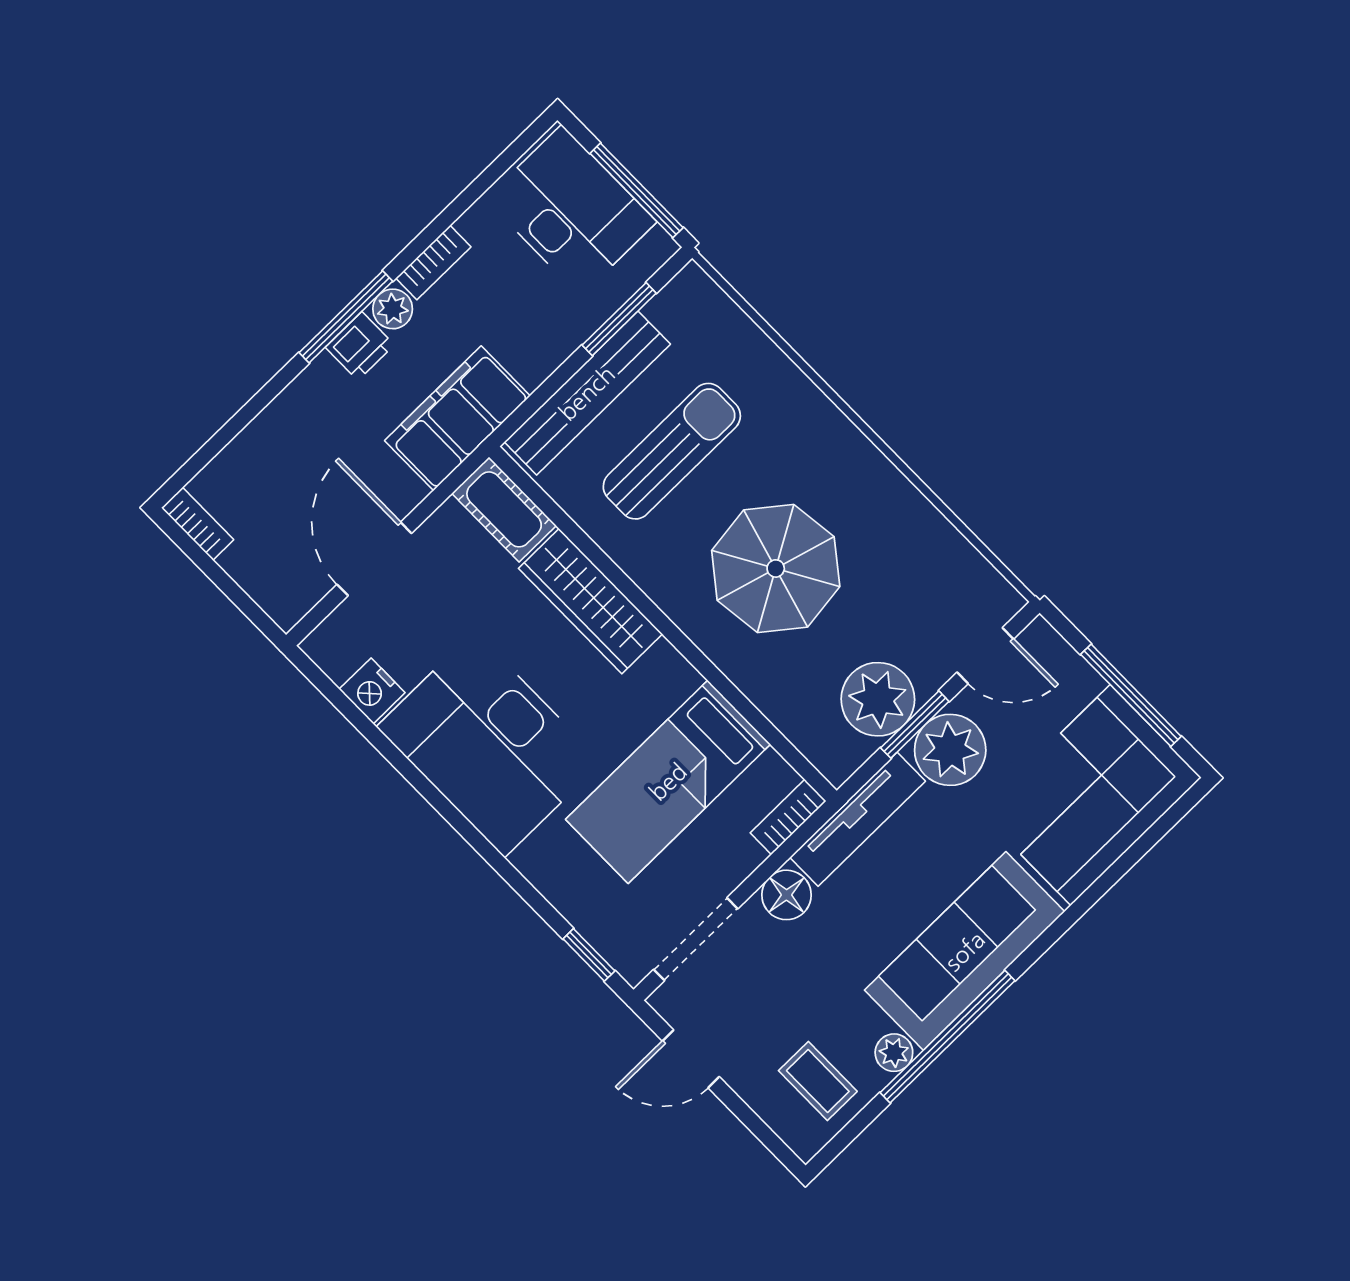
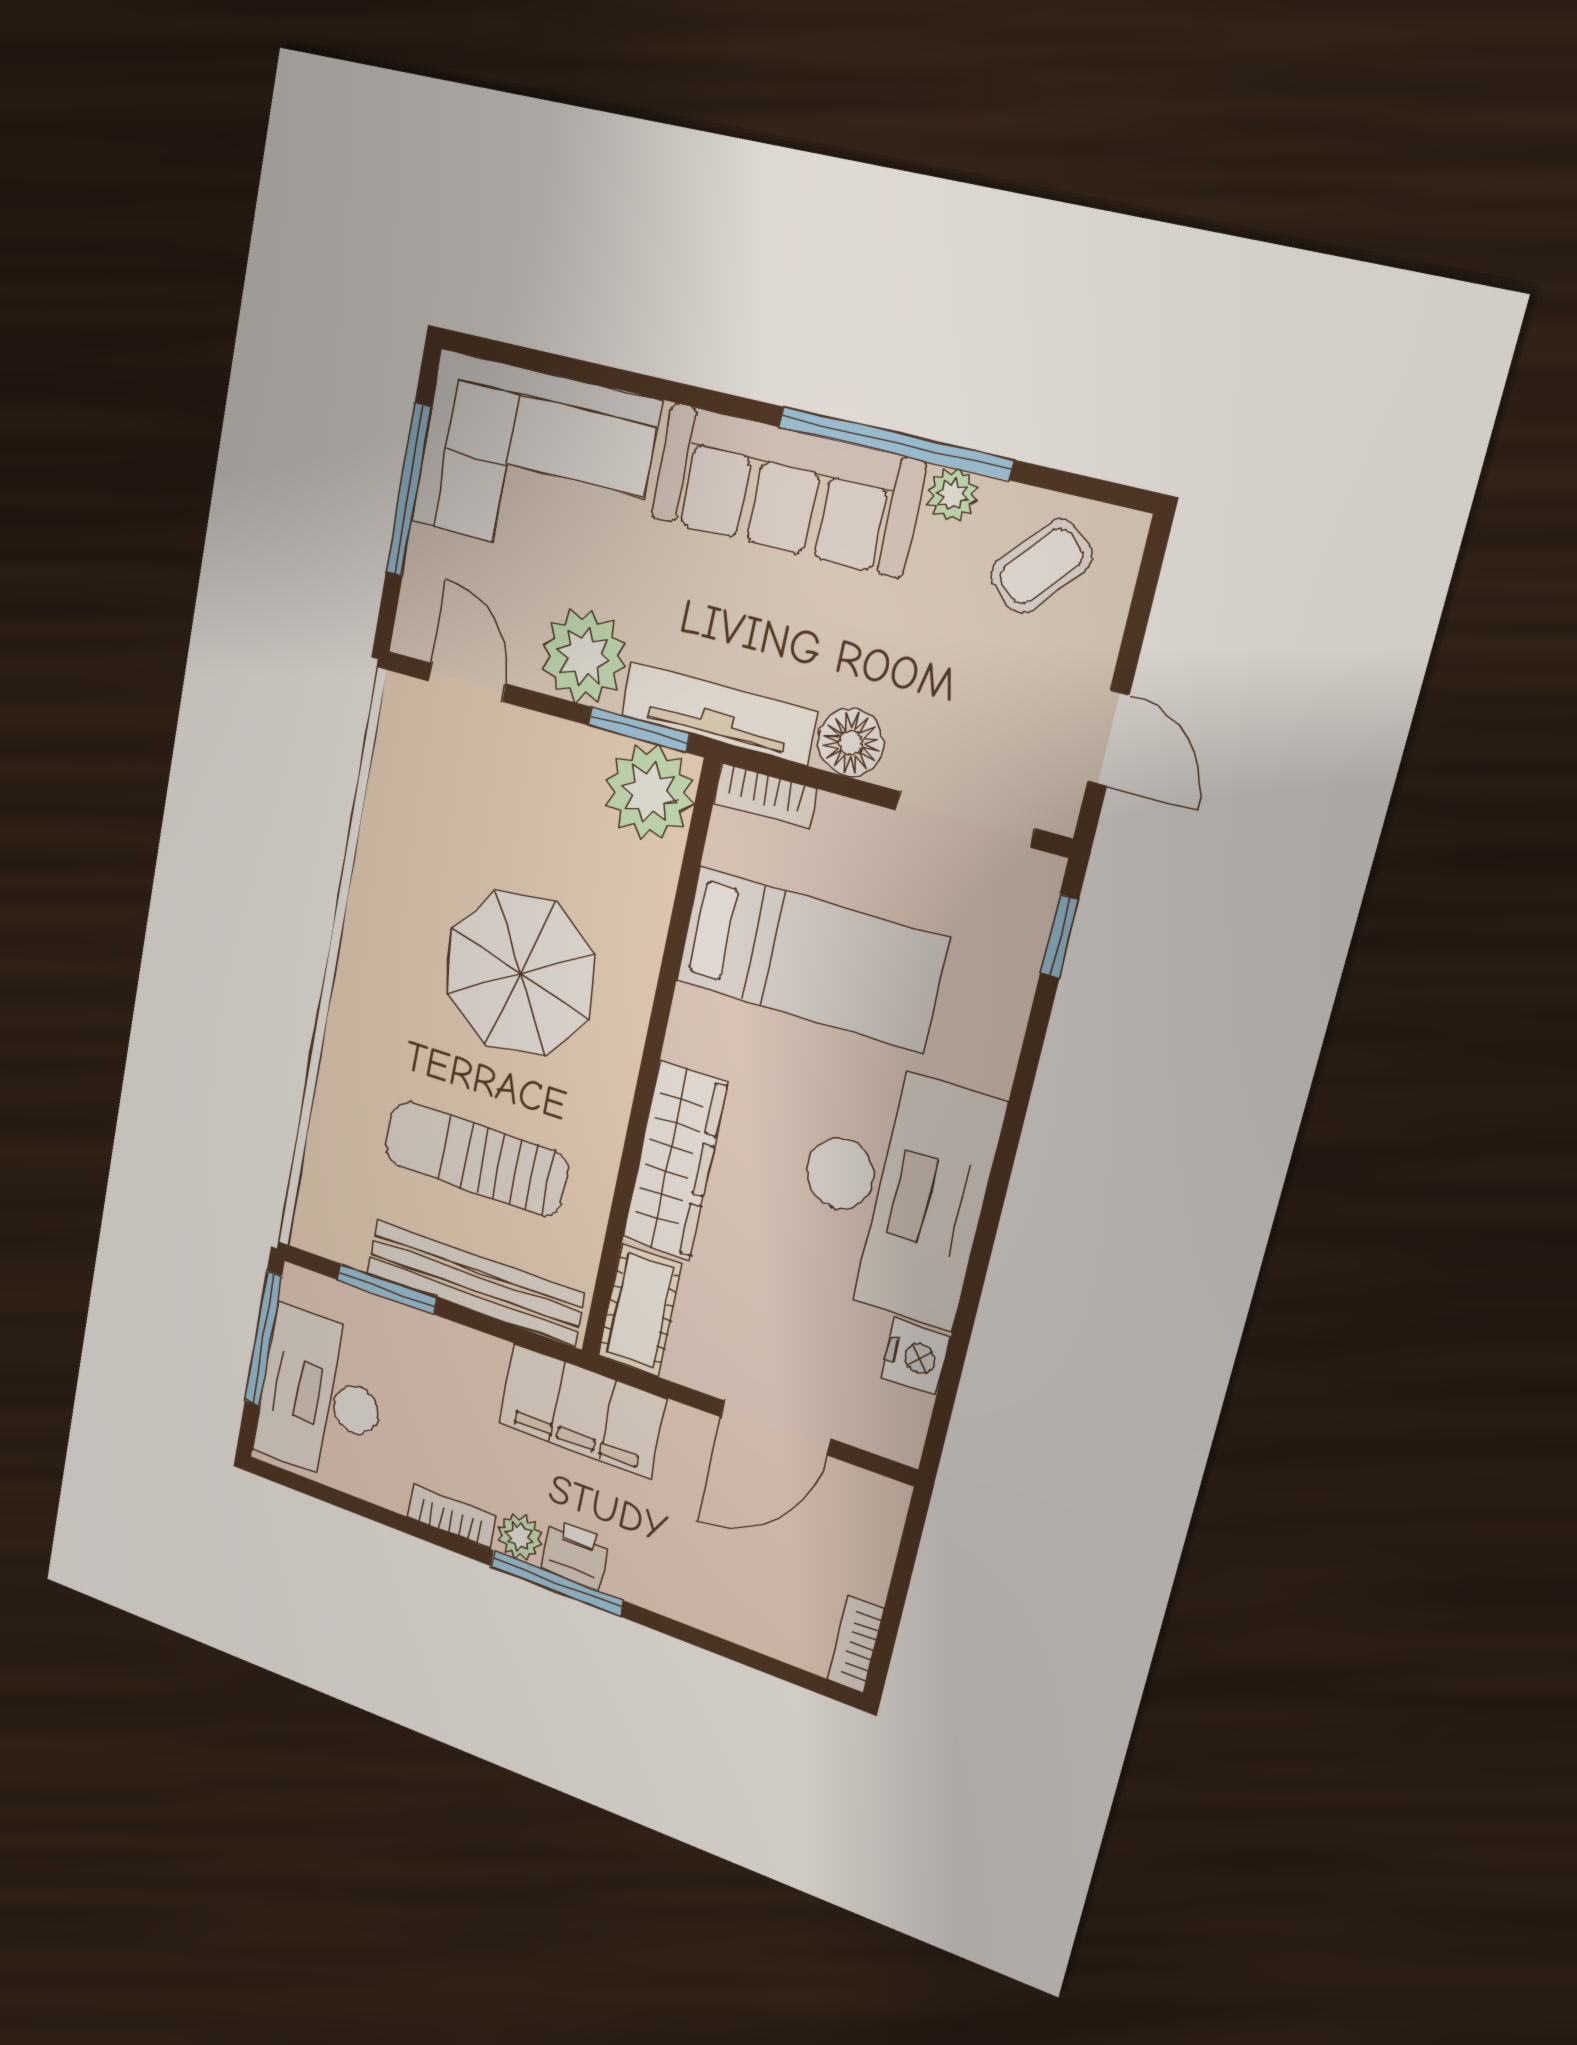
plant: (878, 699) -> (650, 793), moved
window: (915, 725) -> (639, 730), moved
coffee table: (818, 1081) -> (1041, 566), turned 41

